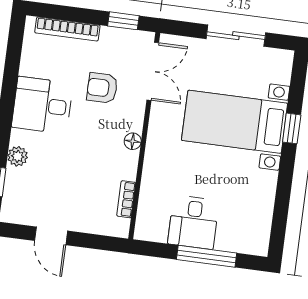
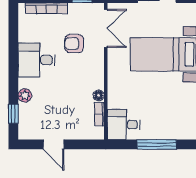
floor lamp: (133, 141) -> (99, 95), moved
desk: (193, 222) -> (124, 125), moved, turned 90

